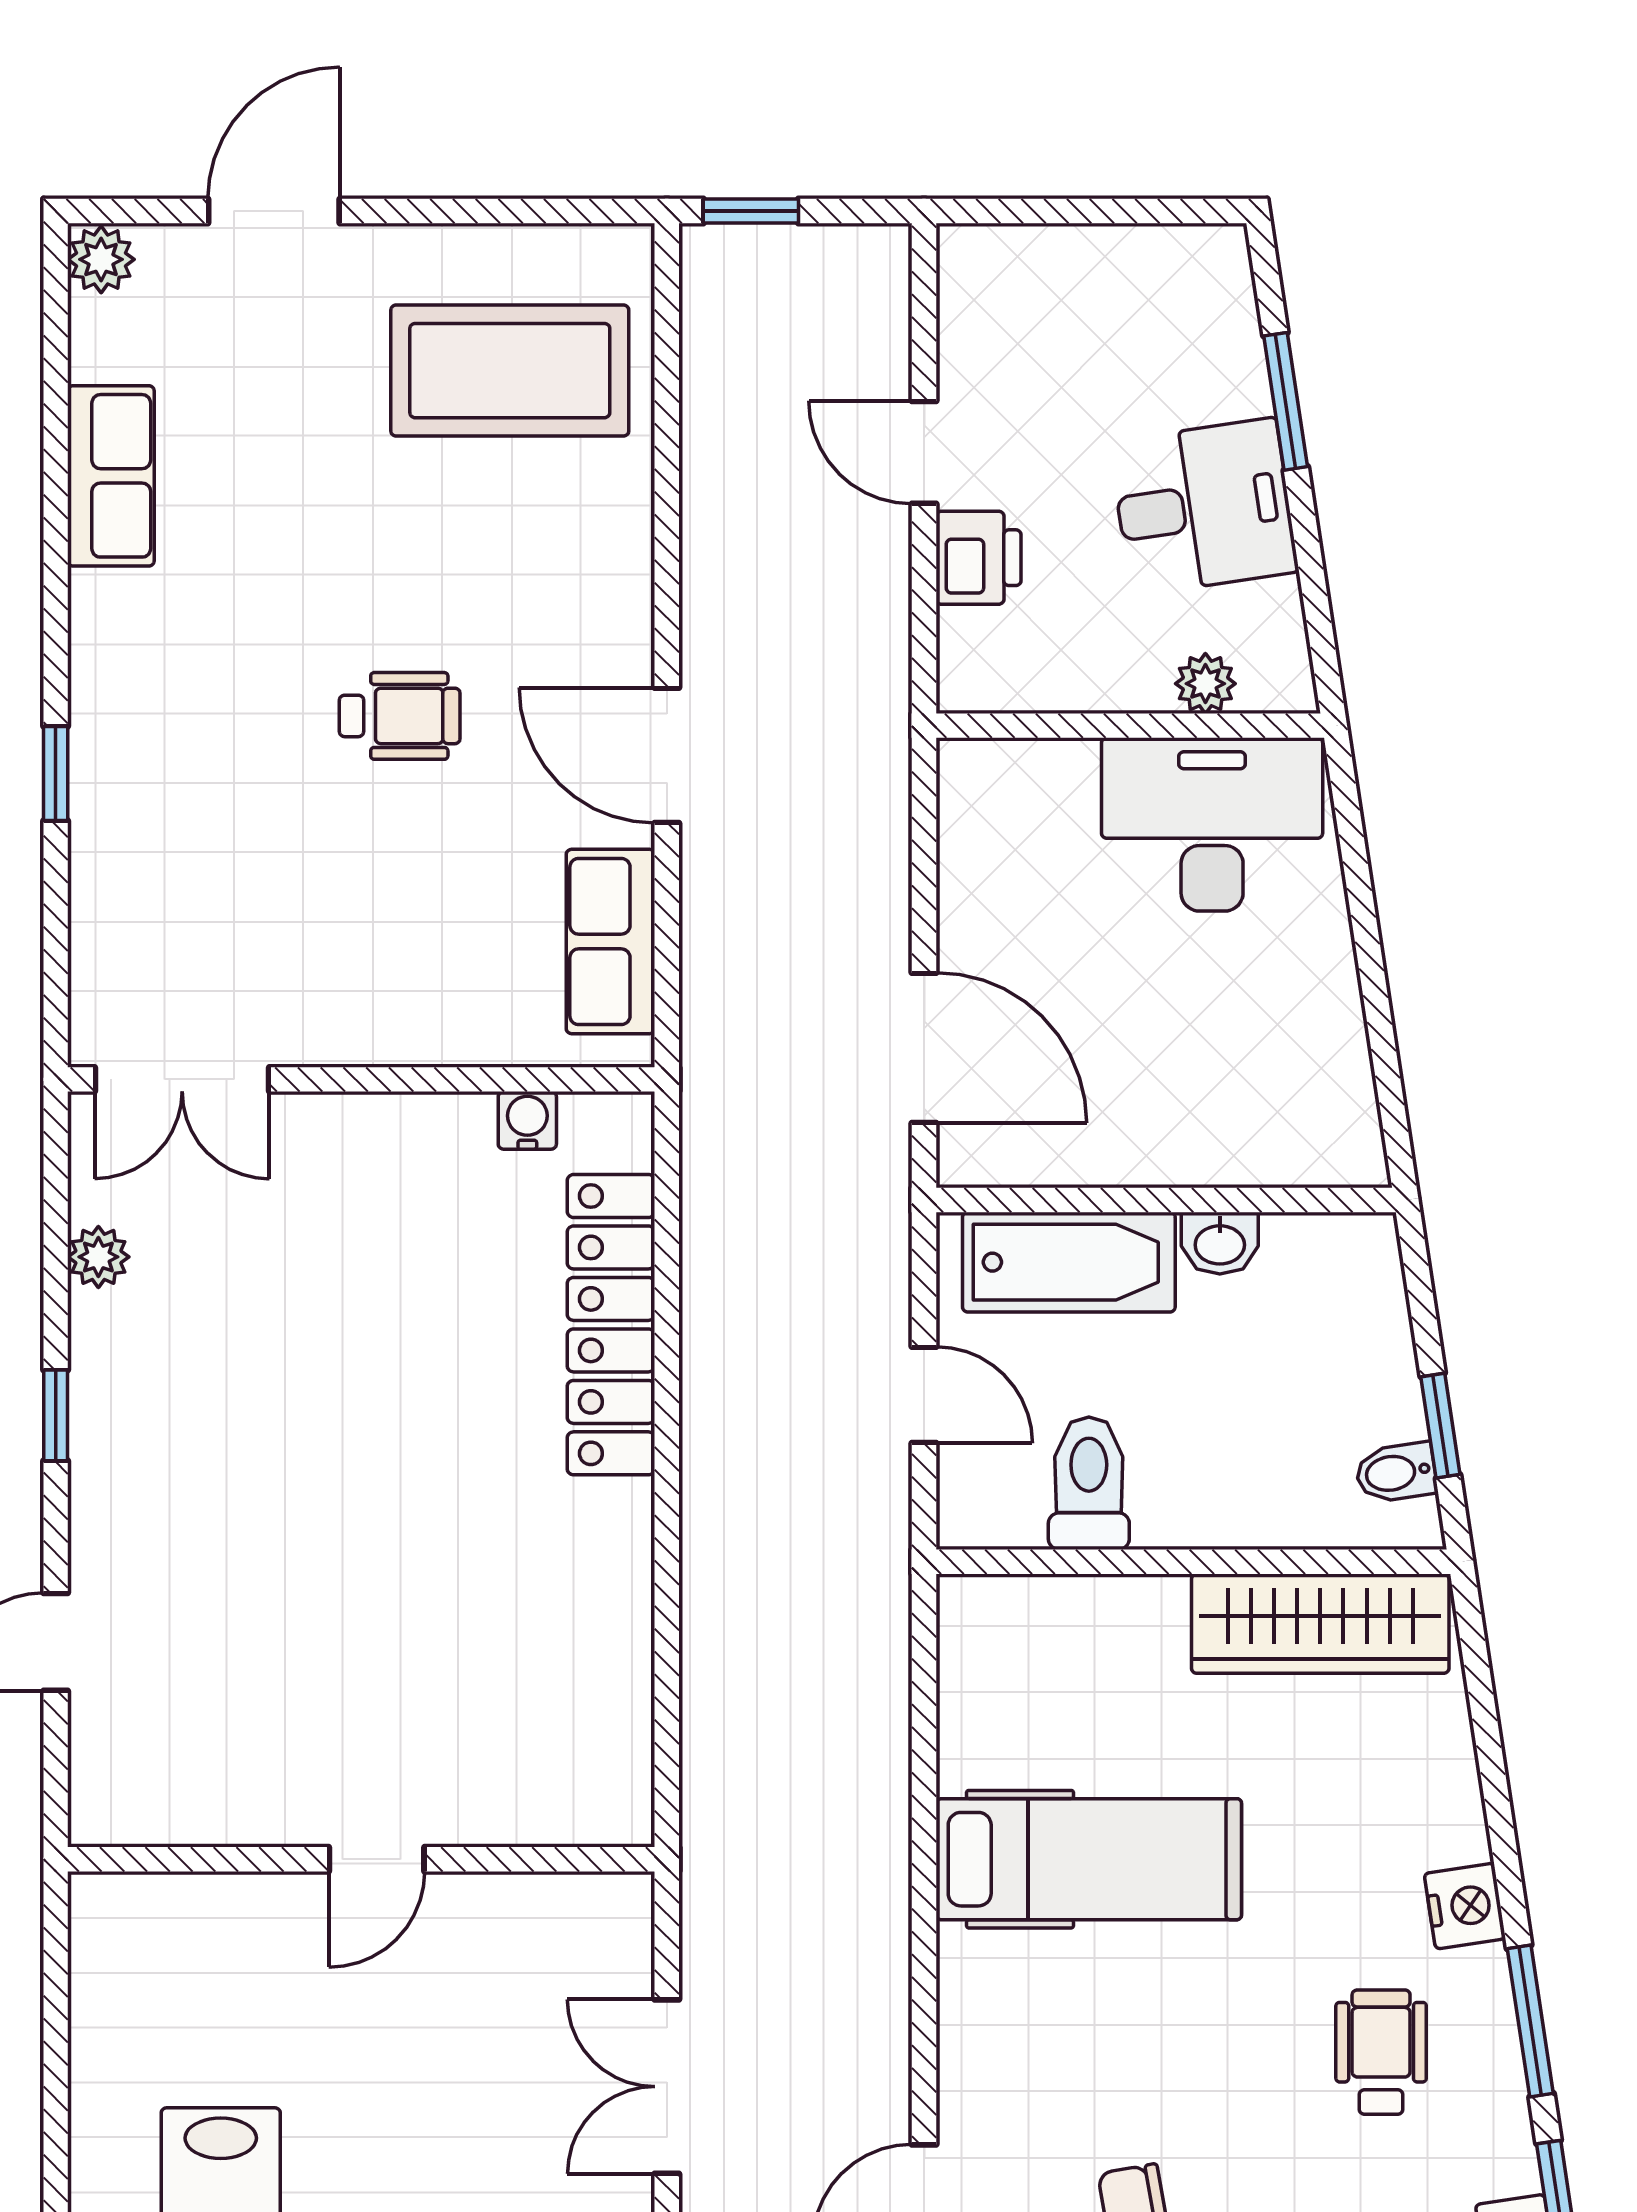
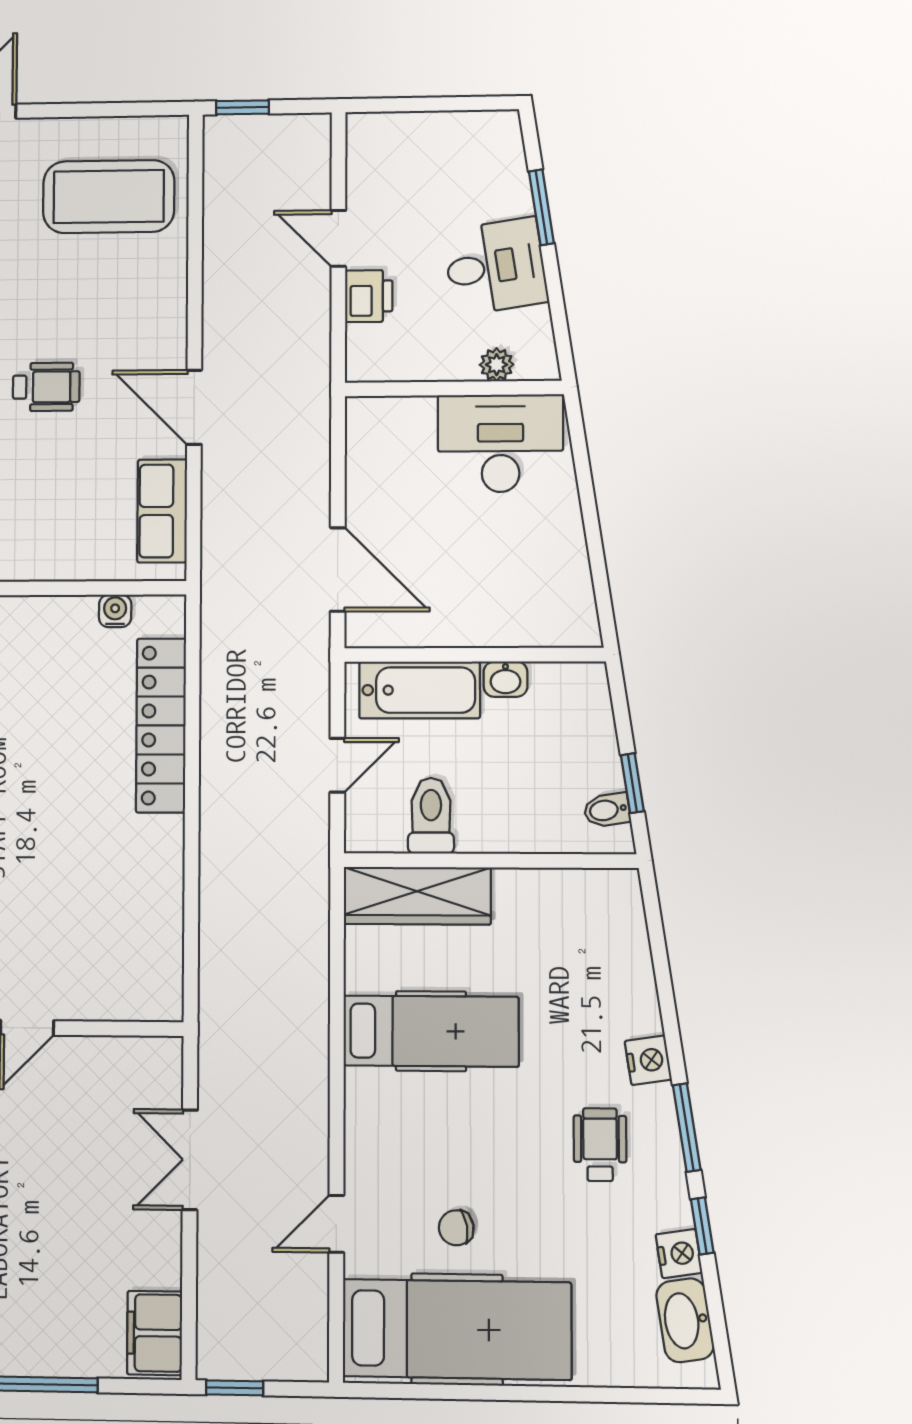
door: (924, 1395) -> (337, 765), hinge flipped
wardrobe: (1320, 1624) -> (417, 896), moved

